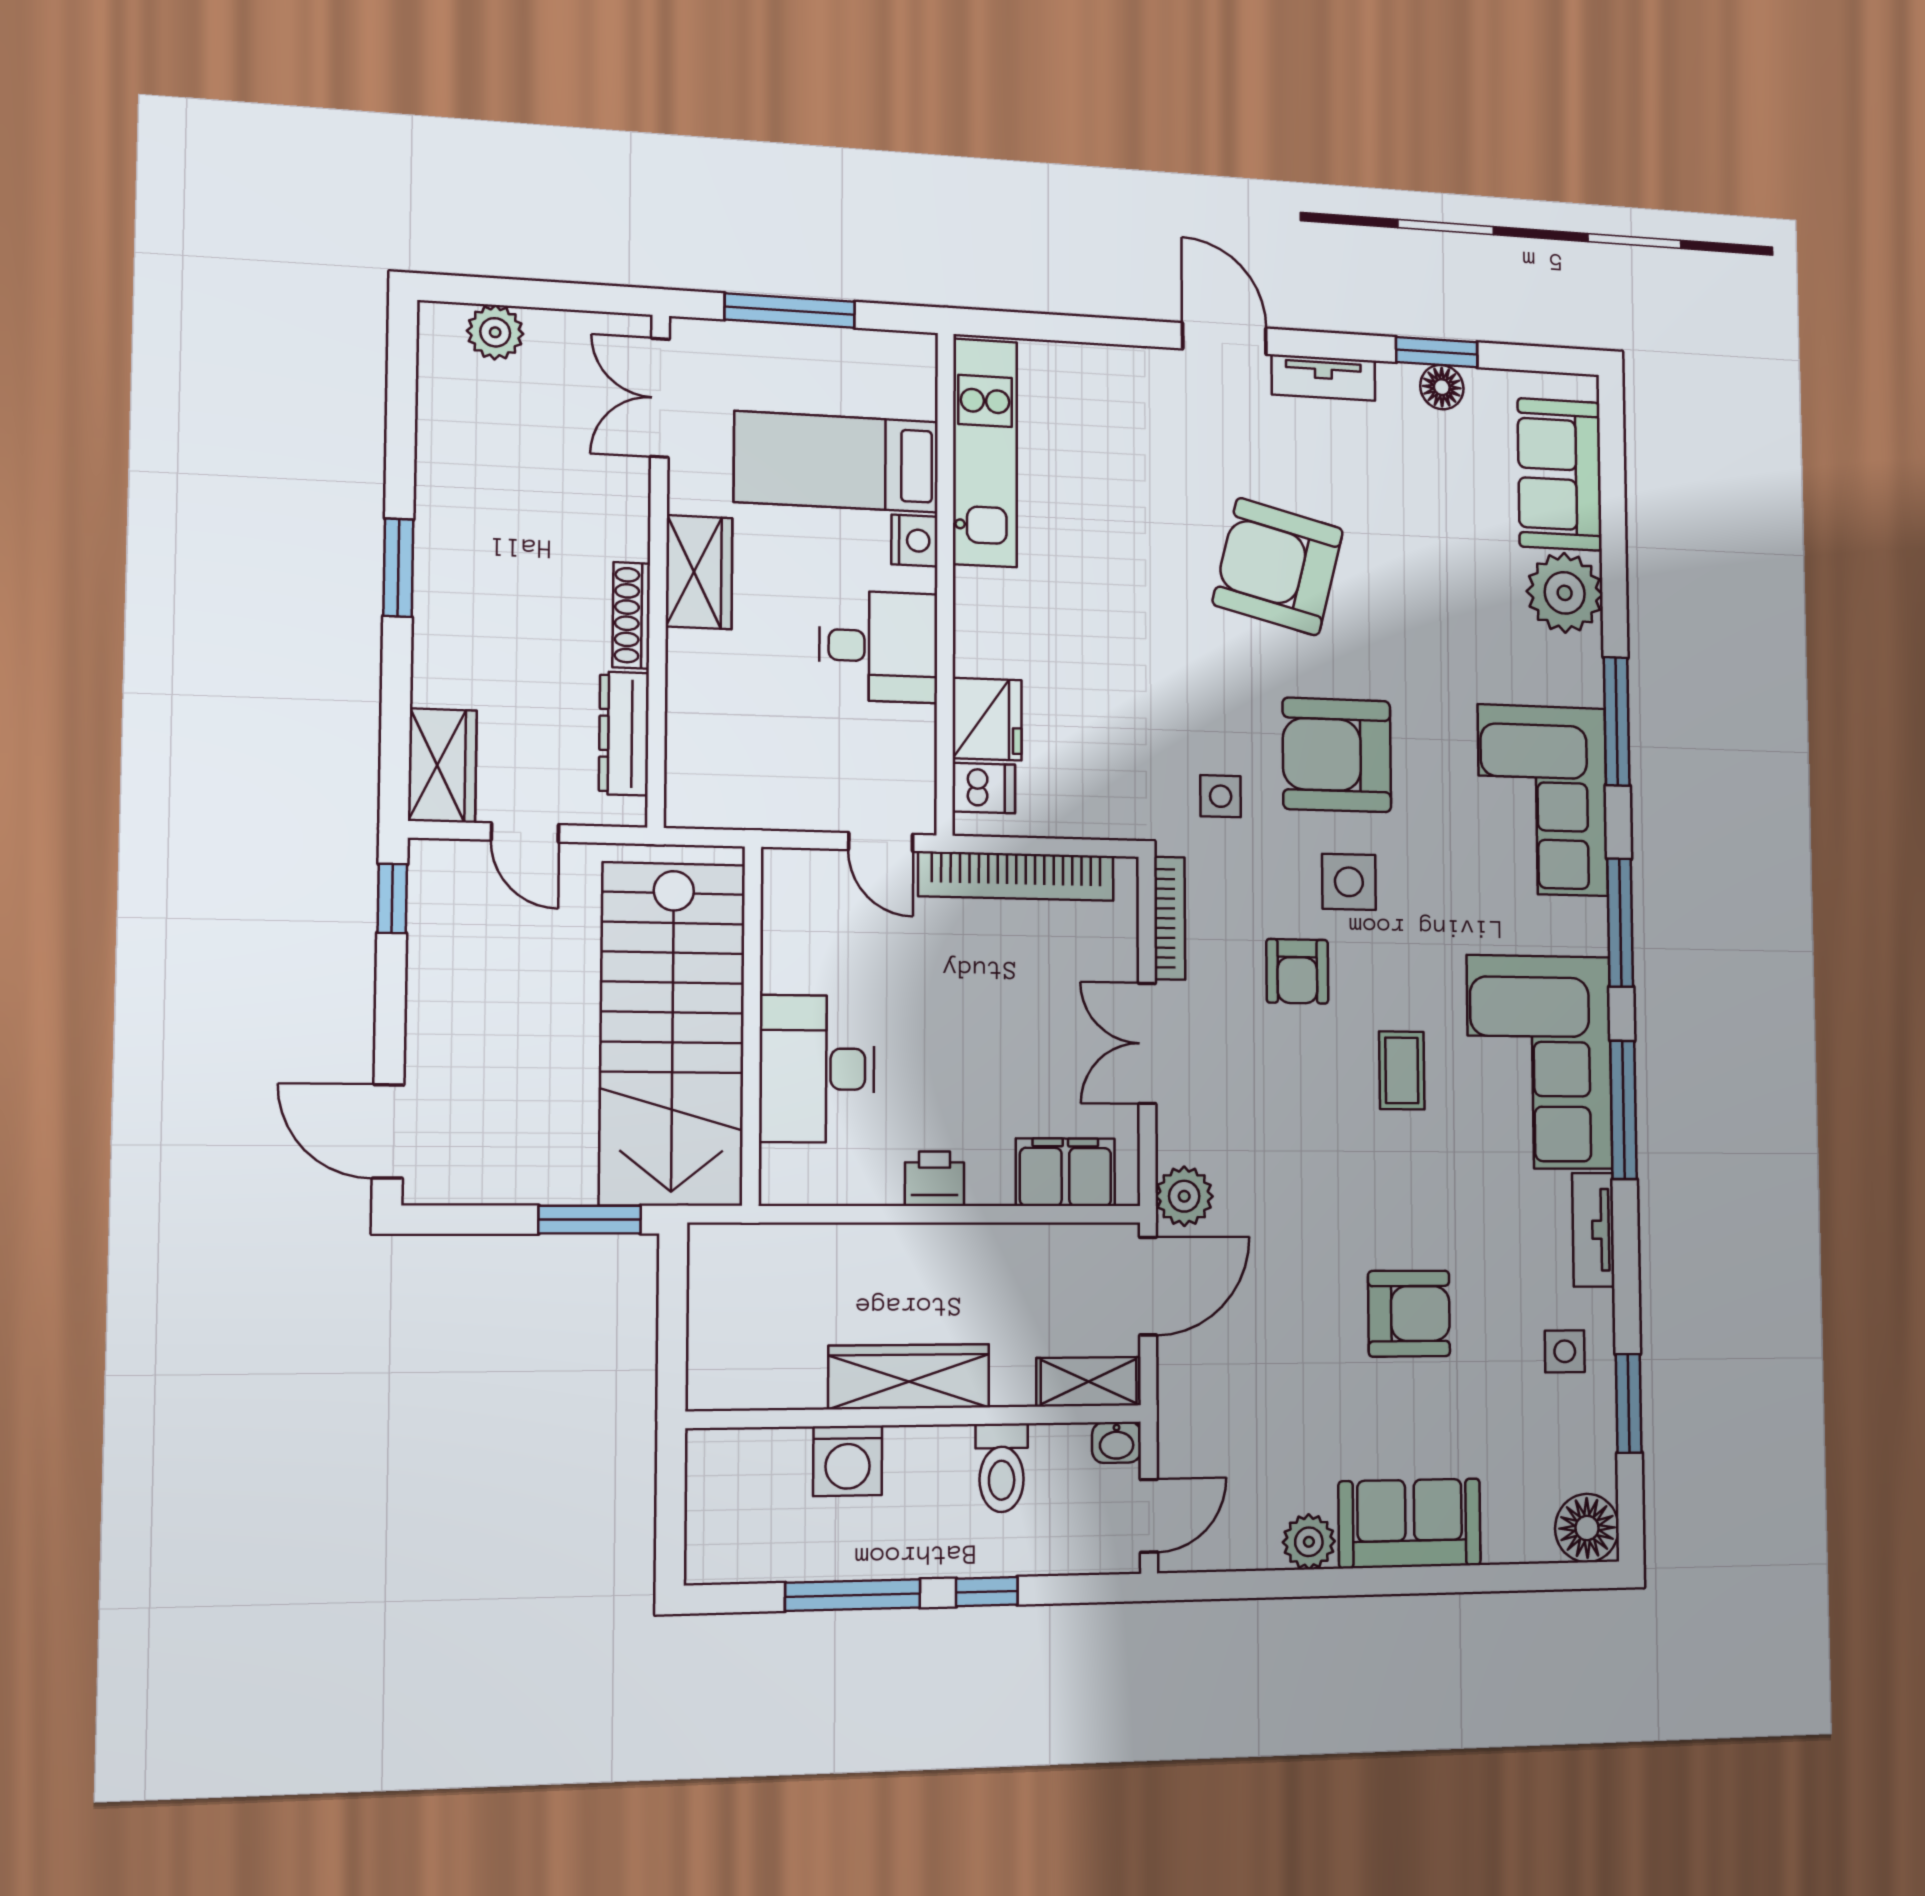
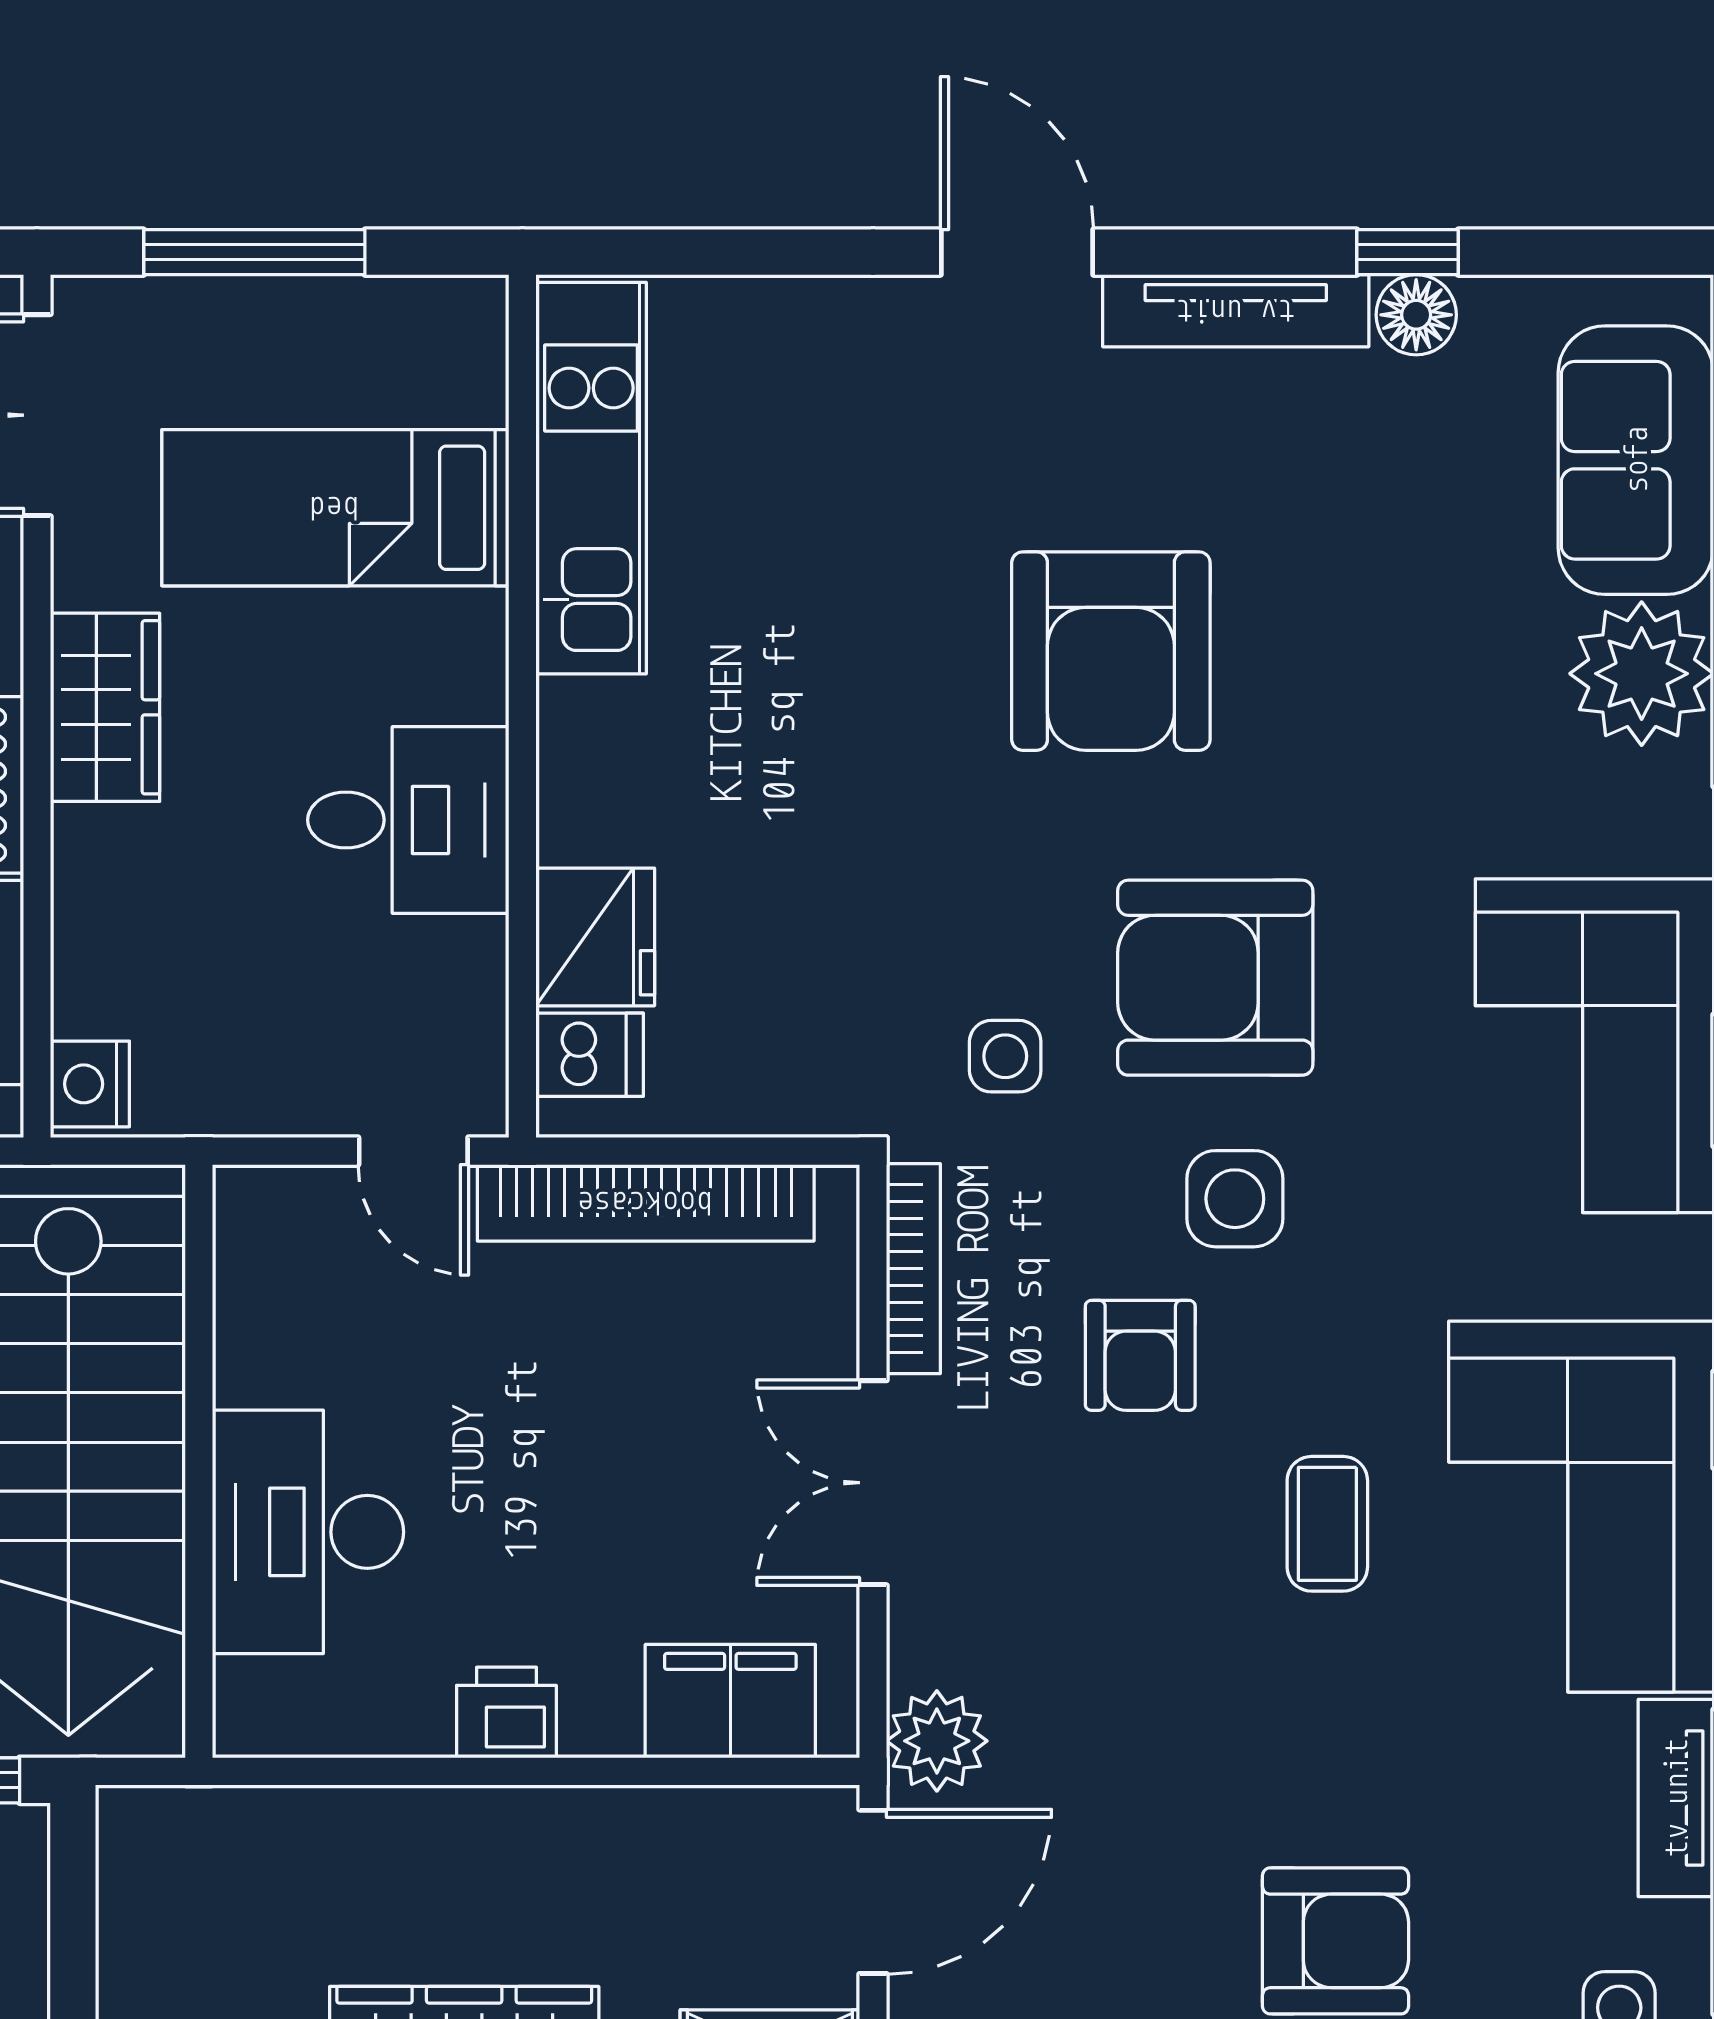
window: (1437, 352) -> (1407, 252), width x0.67
tv unit: (1323, 378) -> (1236, 311), width x1.41
nightstand: (915, 540) -> (90, 1084), moved, turned 180
armchair: (1278, 567) -> (1111, 651), turned -104

